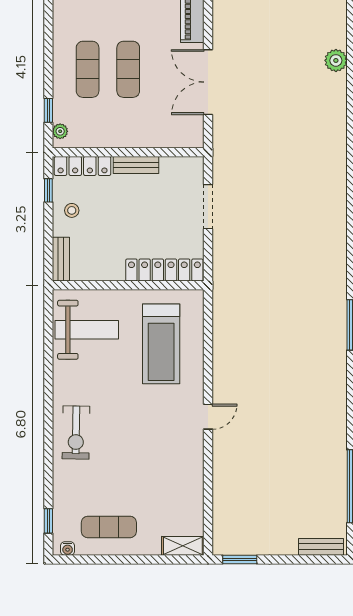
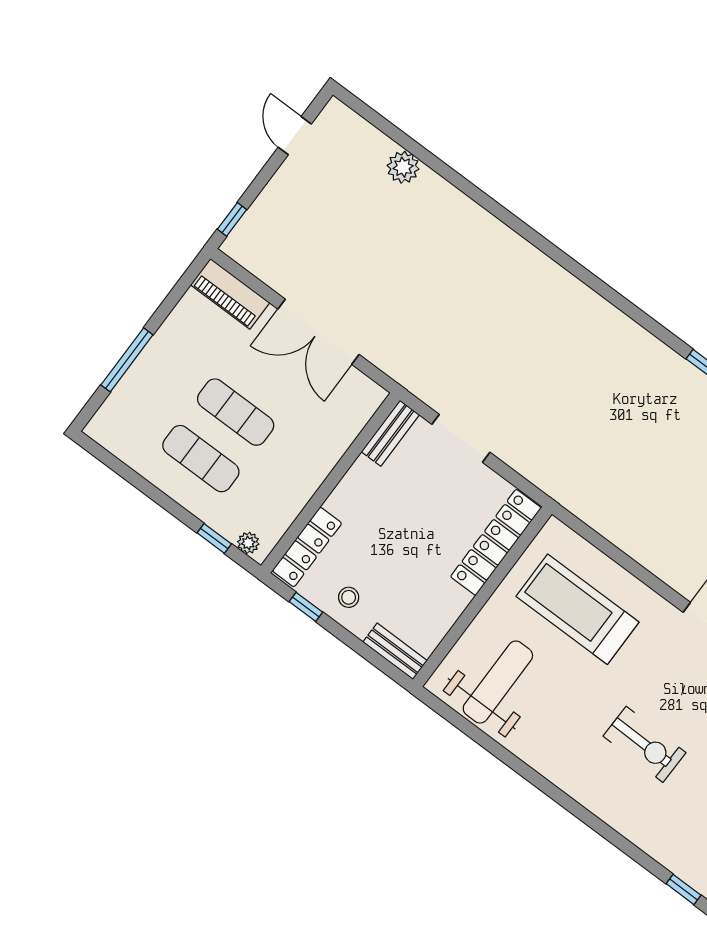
bench: (136, 165) -> (390, 433), moved
treadmill: (161, 344) -> (578, 609), turned 180
exercise bike: (76, 433) -> (645, 744), moved

